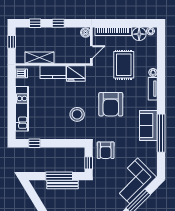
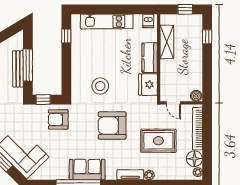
window: (58, 23) -> (207, 64), removed

